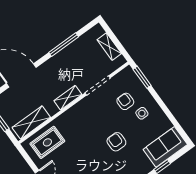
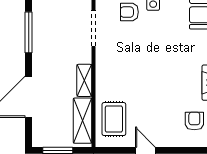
shelving: (68, 98) -> (84, 80), moved
armchair: (116, 142) -> (163, 50), removed

